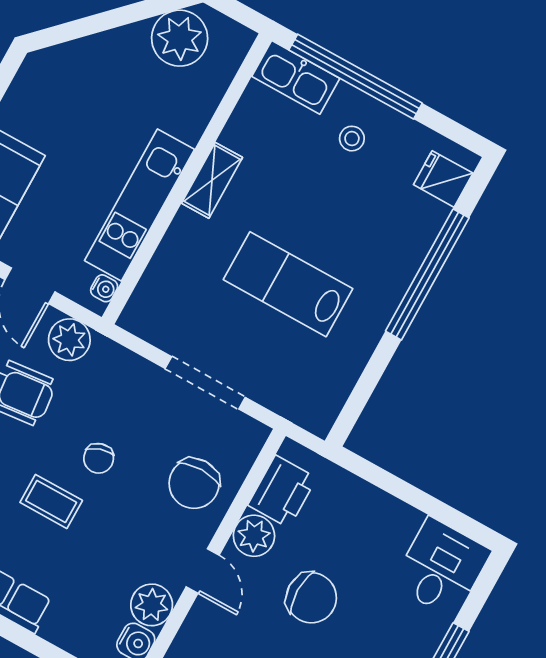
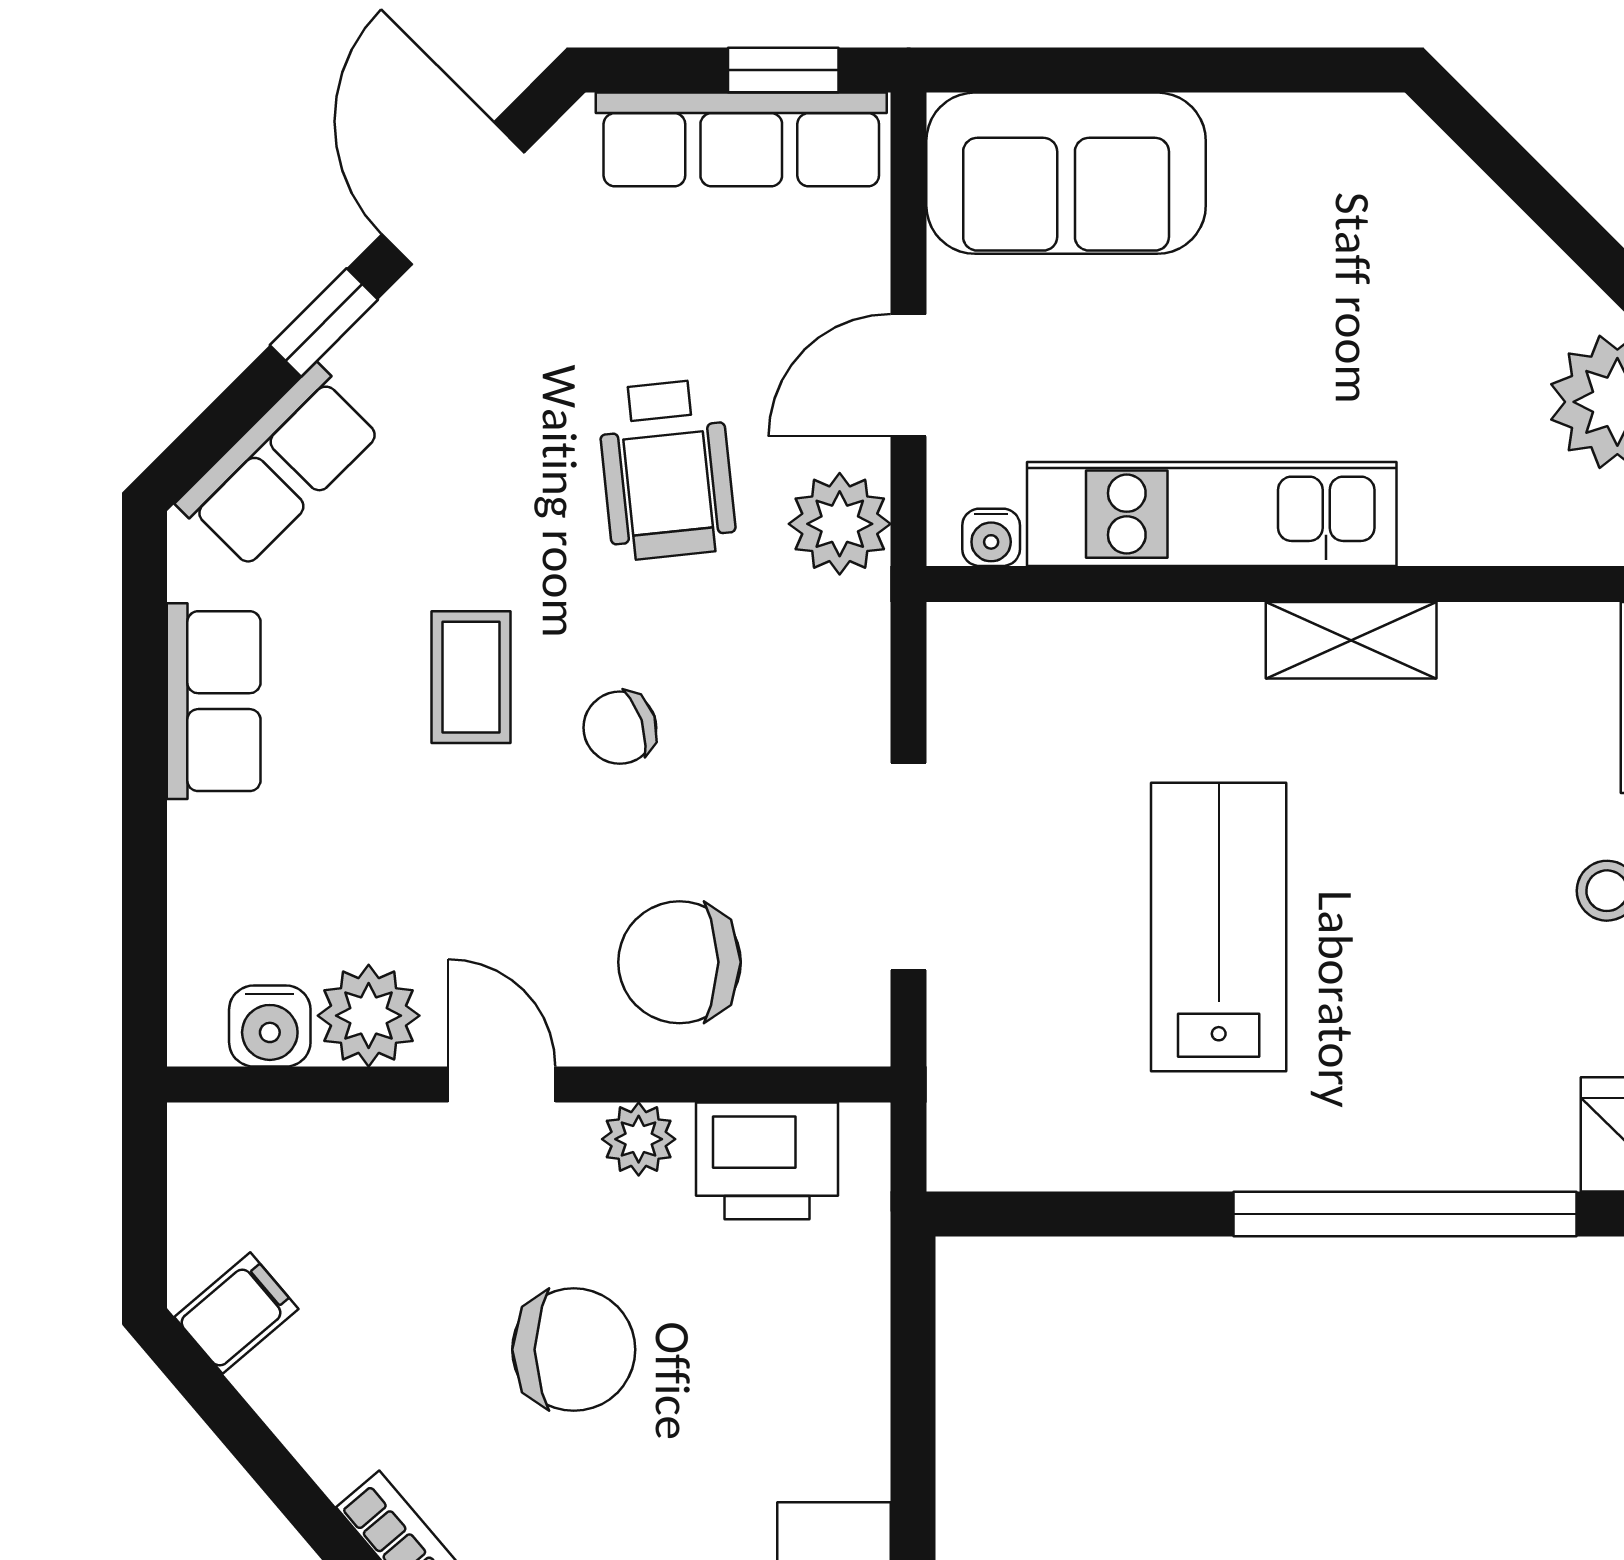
plant: (254, 536) -> (639, 1139), width x0.73, depth x0.73
door: (203, 571) -> (502, 1084), swing flipped
chair: (311, 598) -> (574, 1350), turned -90

